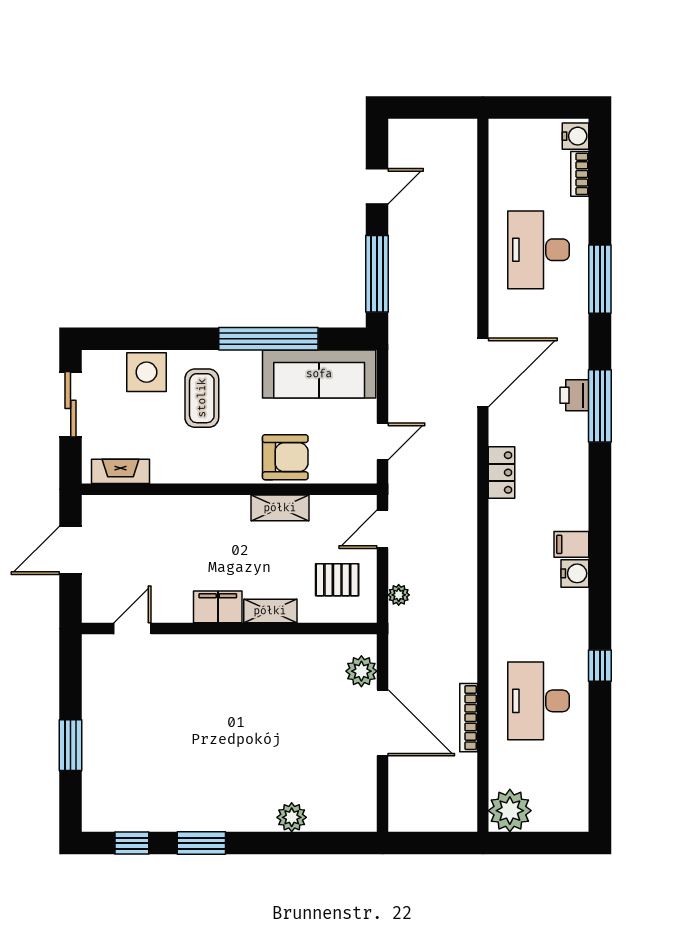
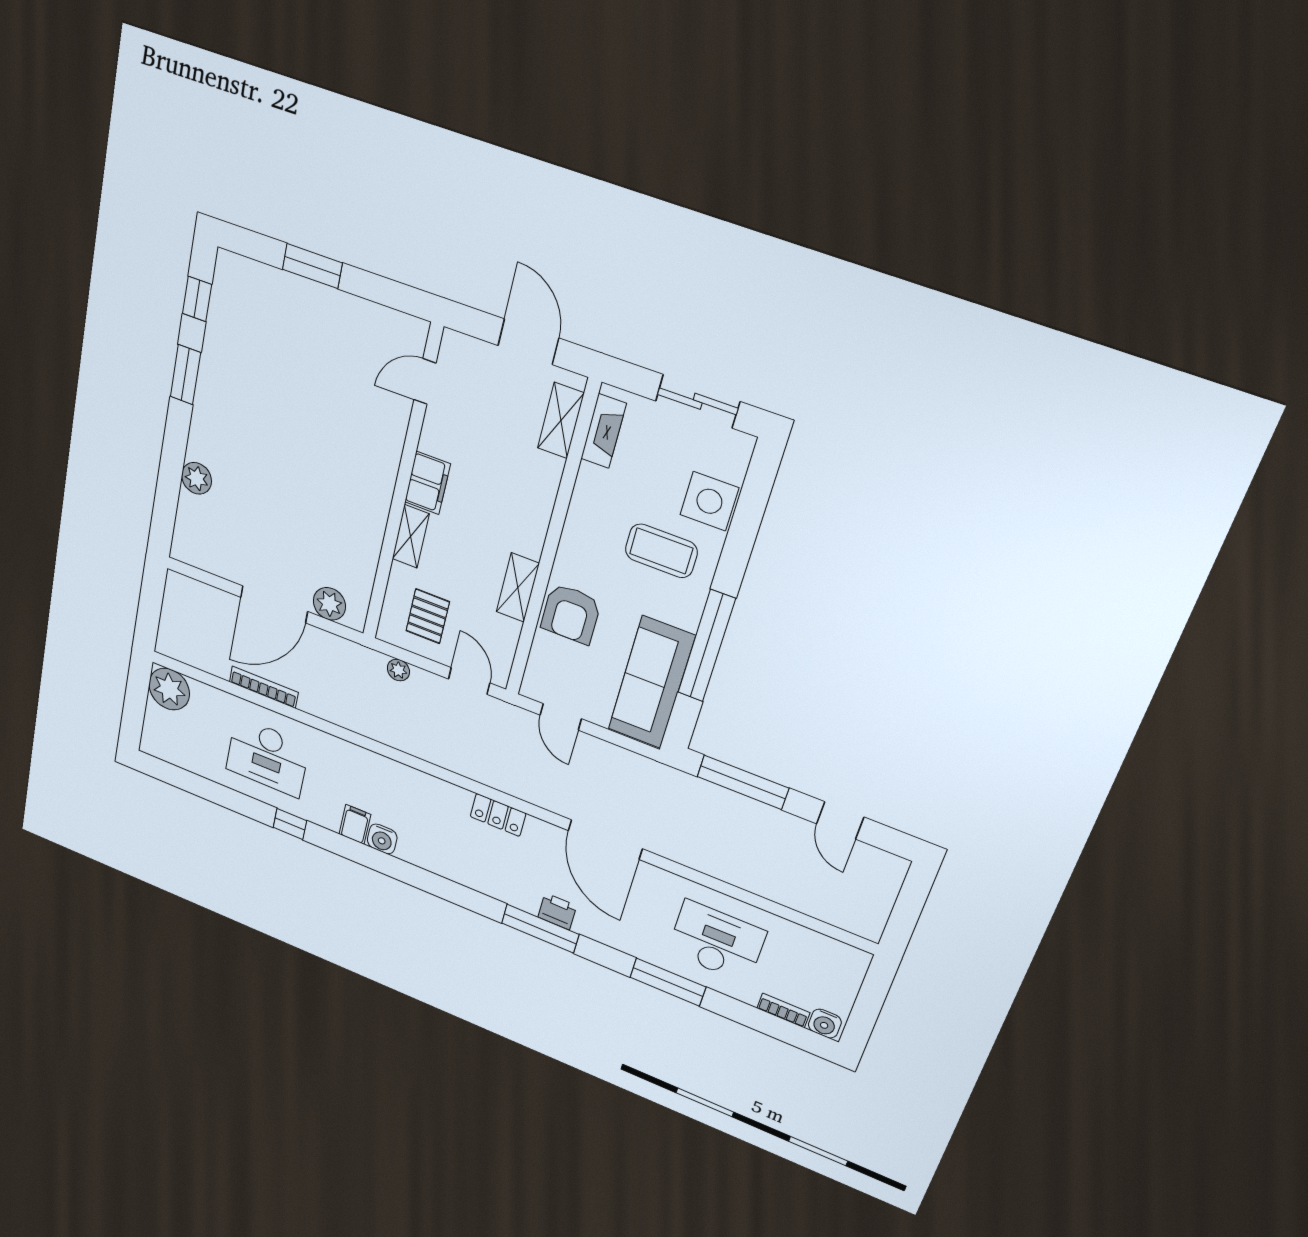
shelving: (124, 508) -> (561, 421), added
filing cabinet: (571, 544) -> (355, 824), moved
door: (132, 629) -> (425, 381), swing flipped
desk: (539, 701) -> (267, 757), turned 180

